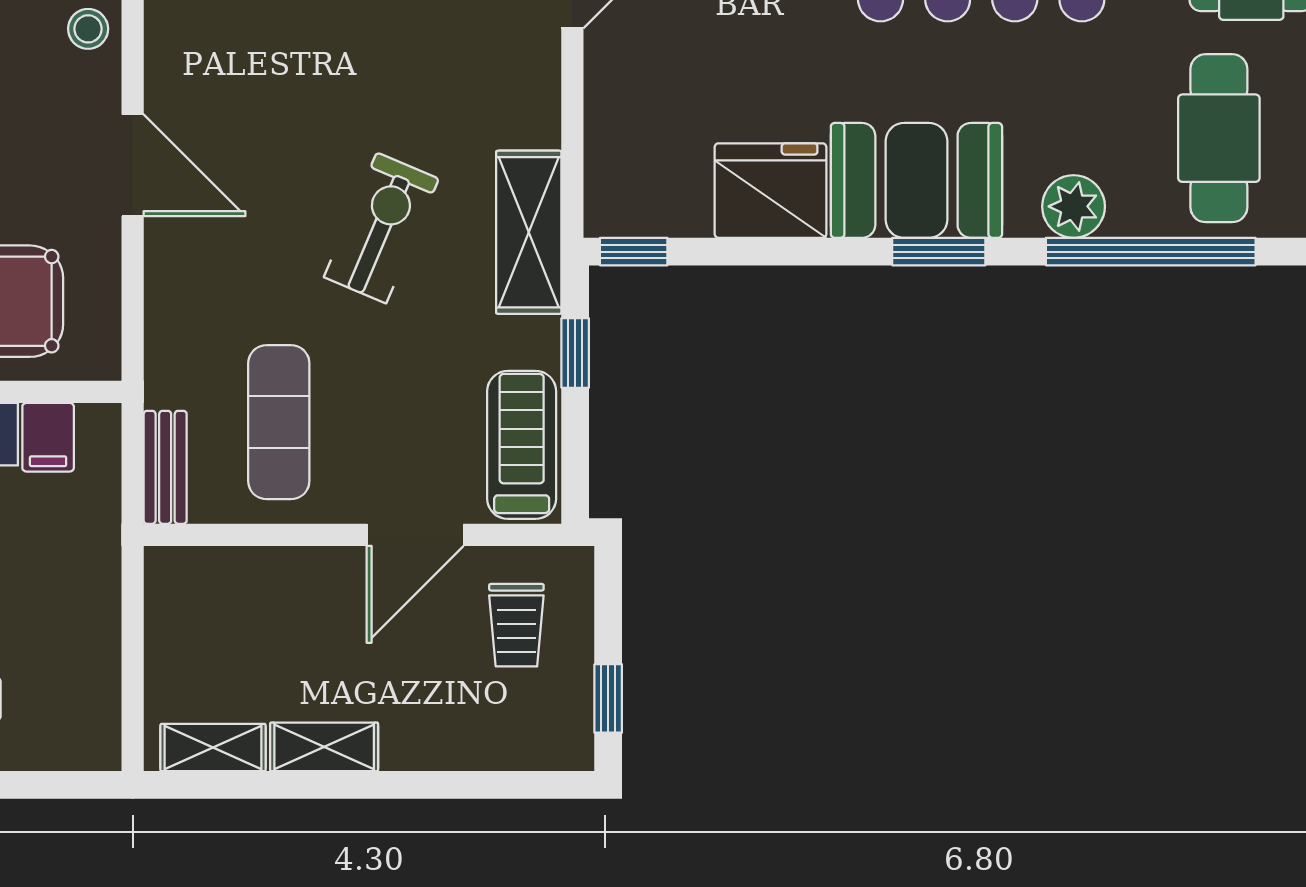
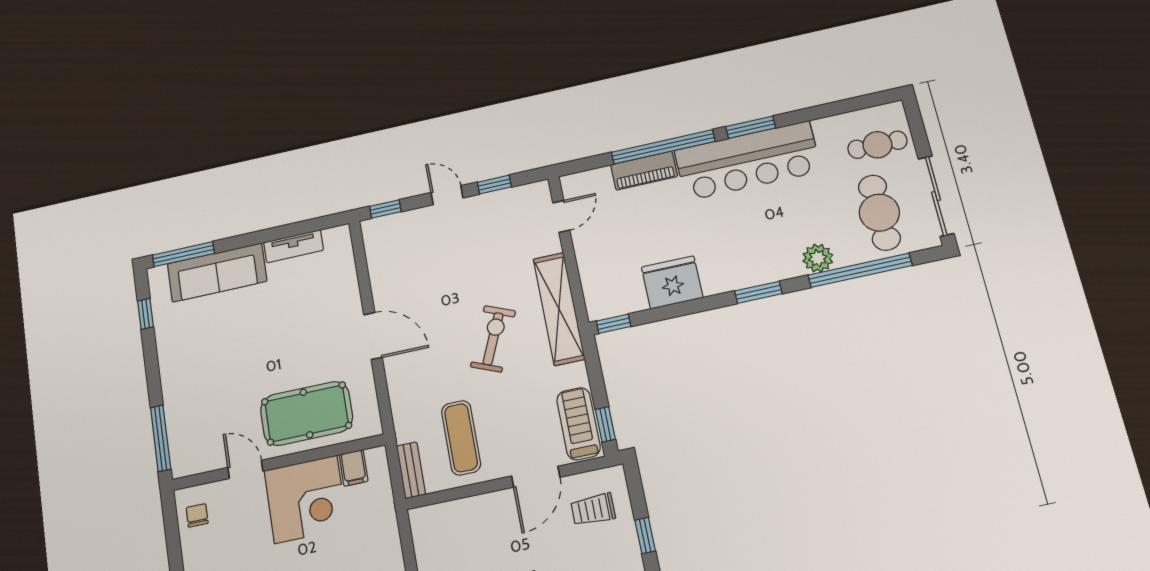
stool: (88, 29) -> (343, 281), removed
booth: (916, 180) -> (740, 263), removed
shelving: (529, 232) -> (559, 309), width x1.47
window: (575, 353) -> (605, 424), moved
trolley: (516, 625) -> (593, 509), turned 90

